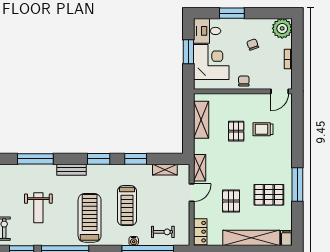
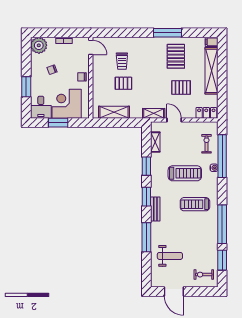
window: (35, 159) -> (146, 237), moved
bench: (71, 170) -> (155, 209), moved
weight bench: (38, 208) -> (170, 256), moved
treadmill: (90, 218) -> (195, 204), width x0.73, depth x0.73

